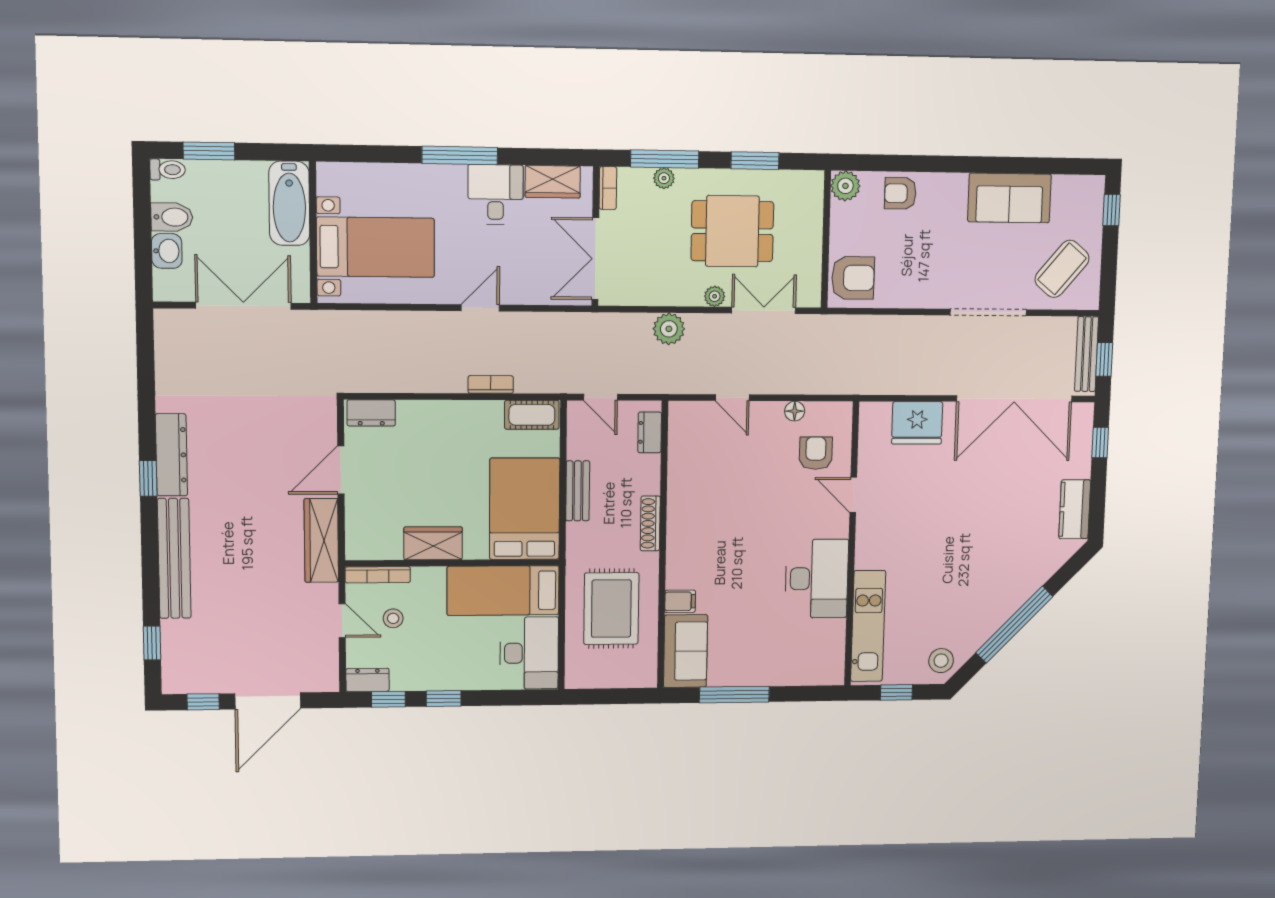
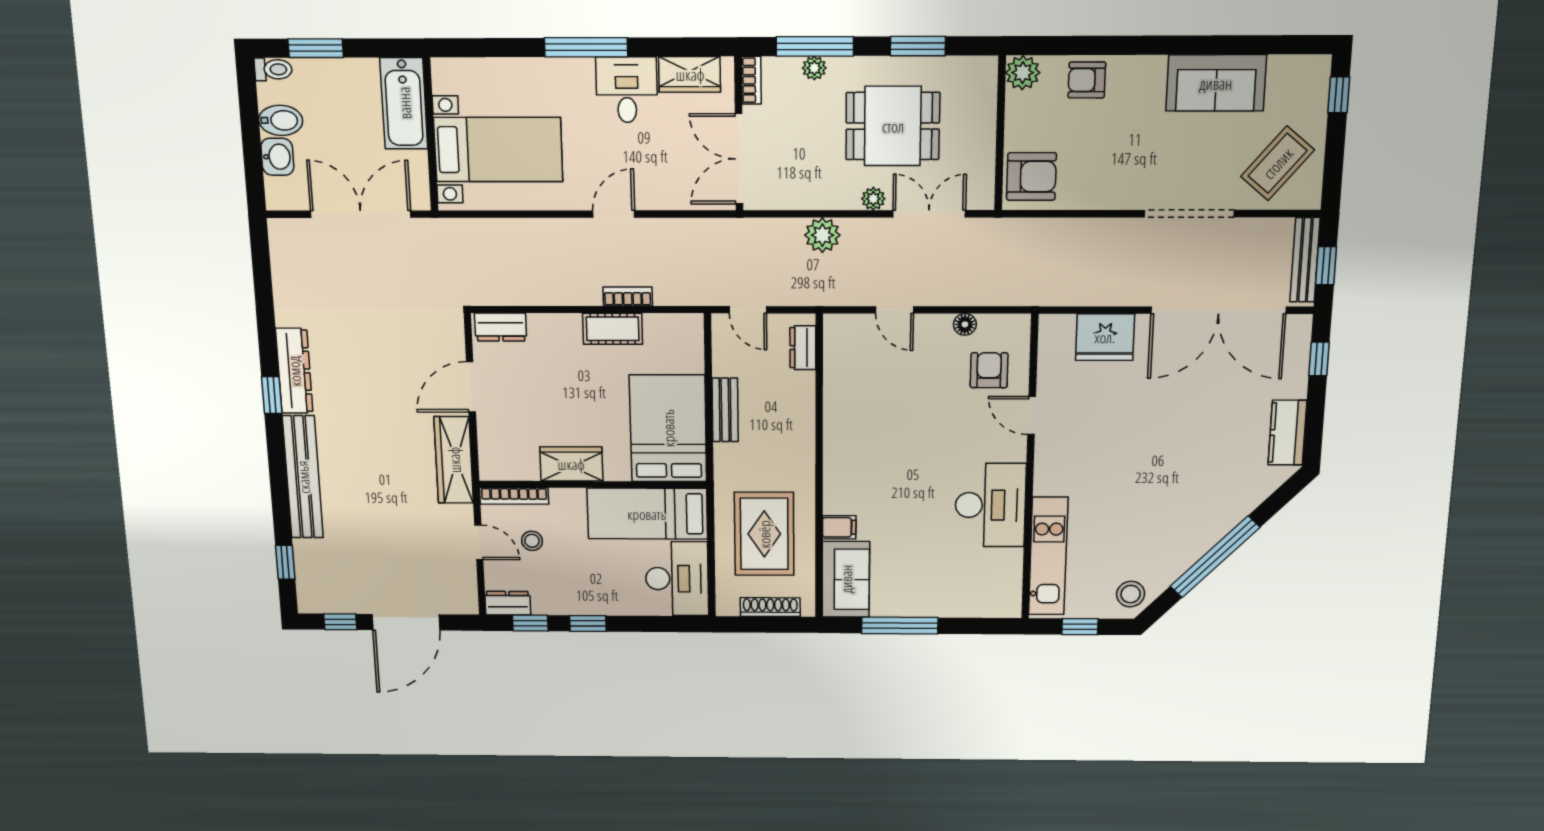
cot: (532, 415) -> (613, 329), moved
shoe rack: (650, 523) -> (770, 607), moved, turned 90

